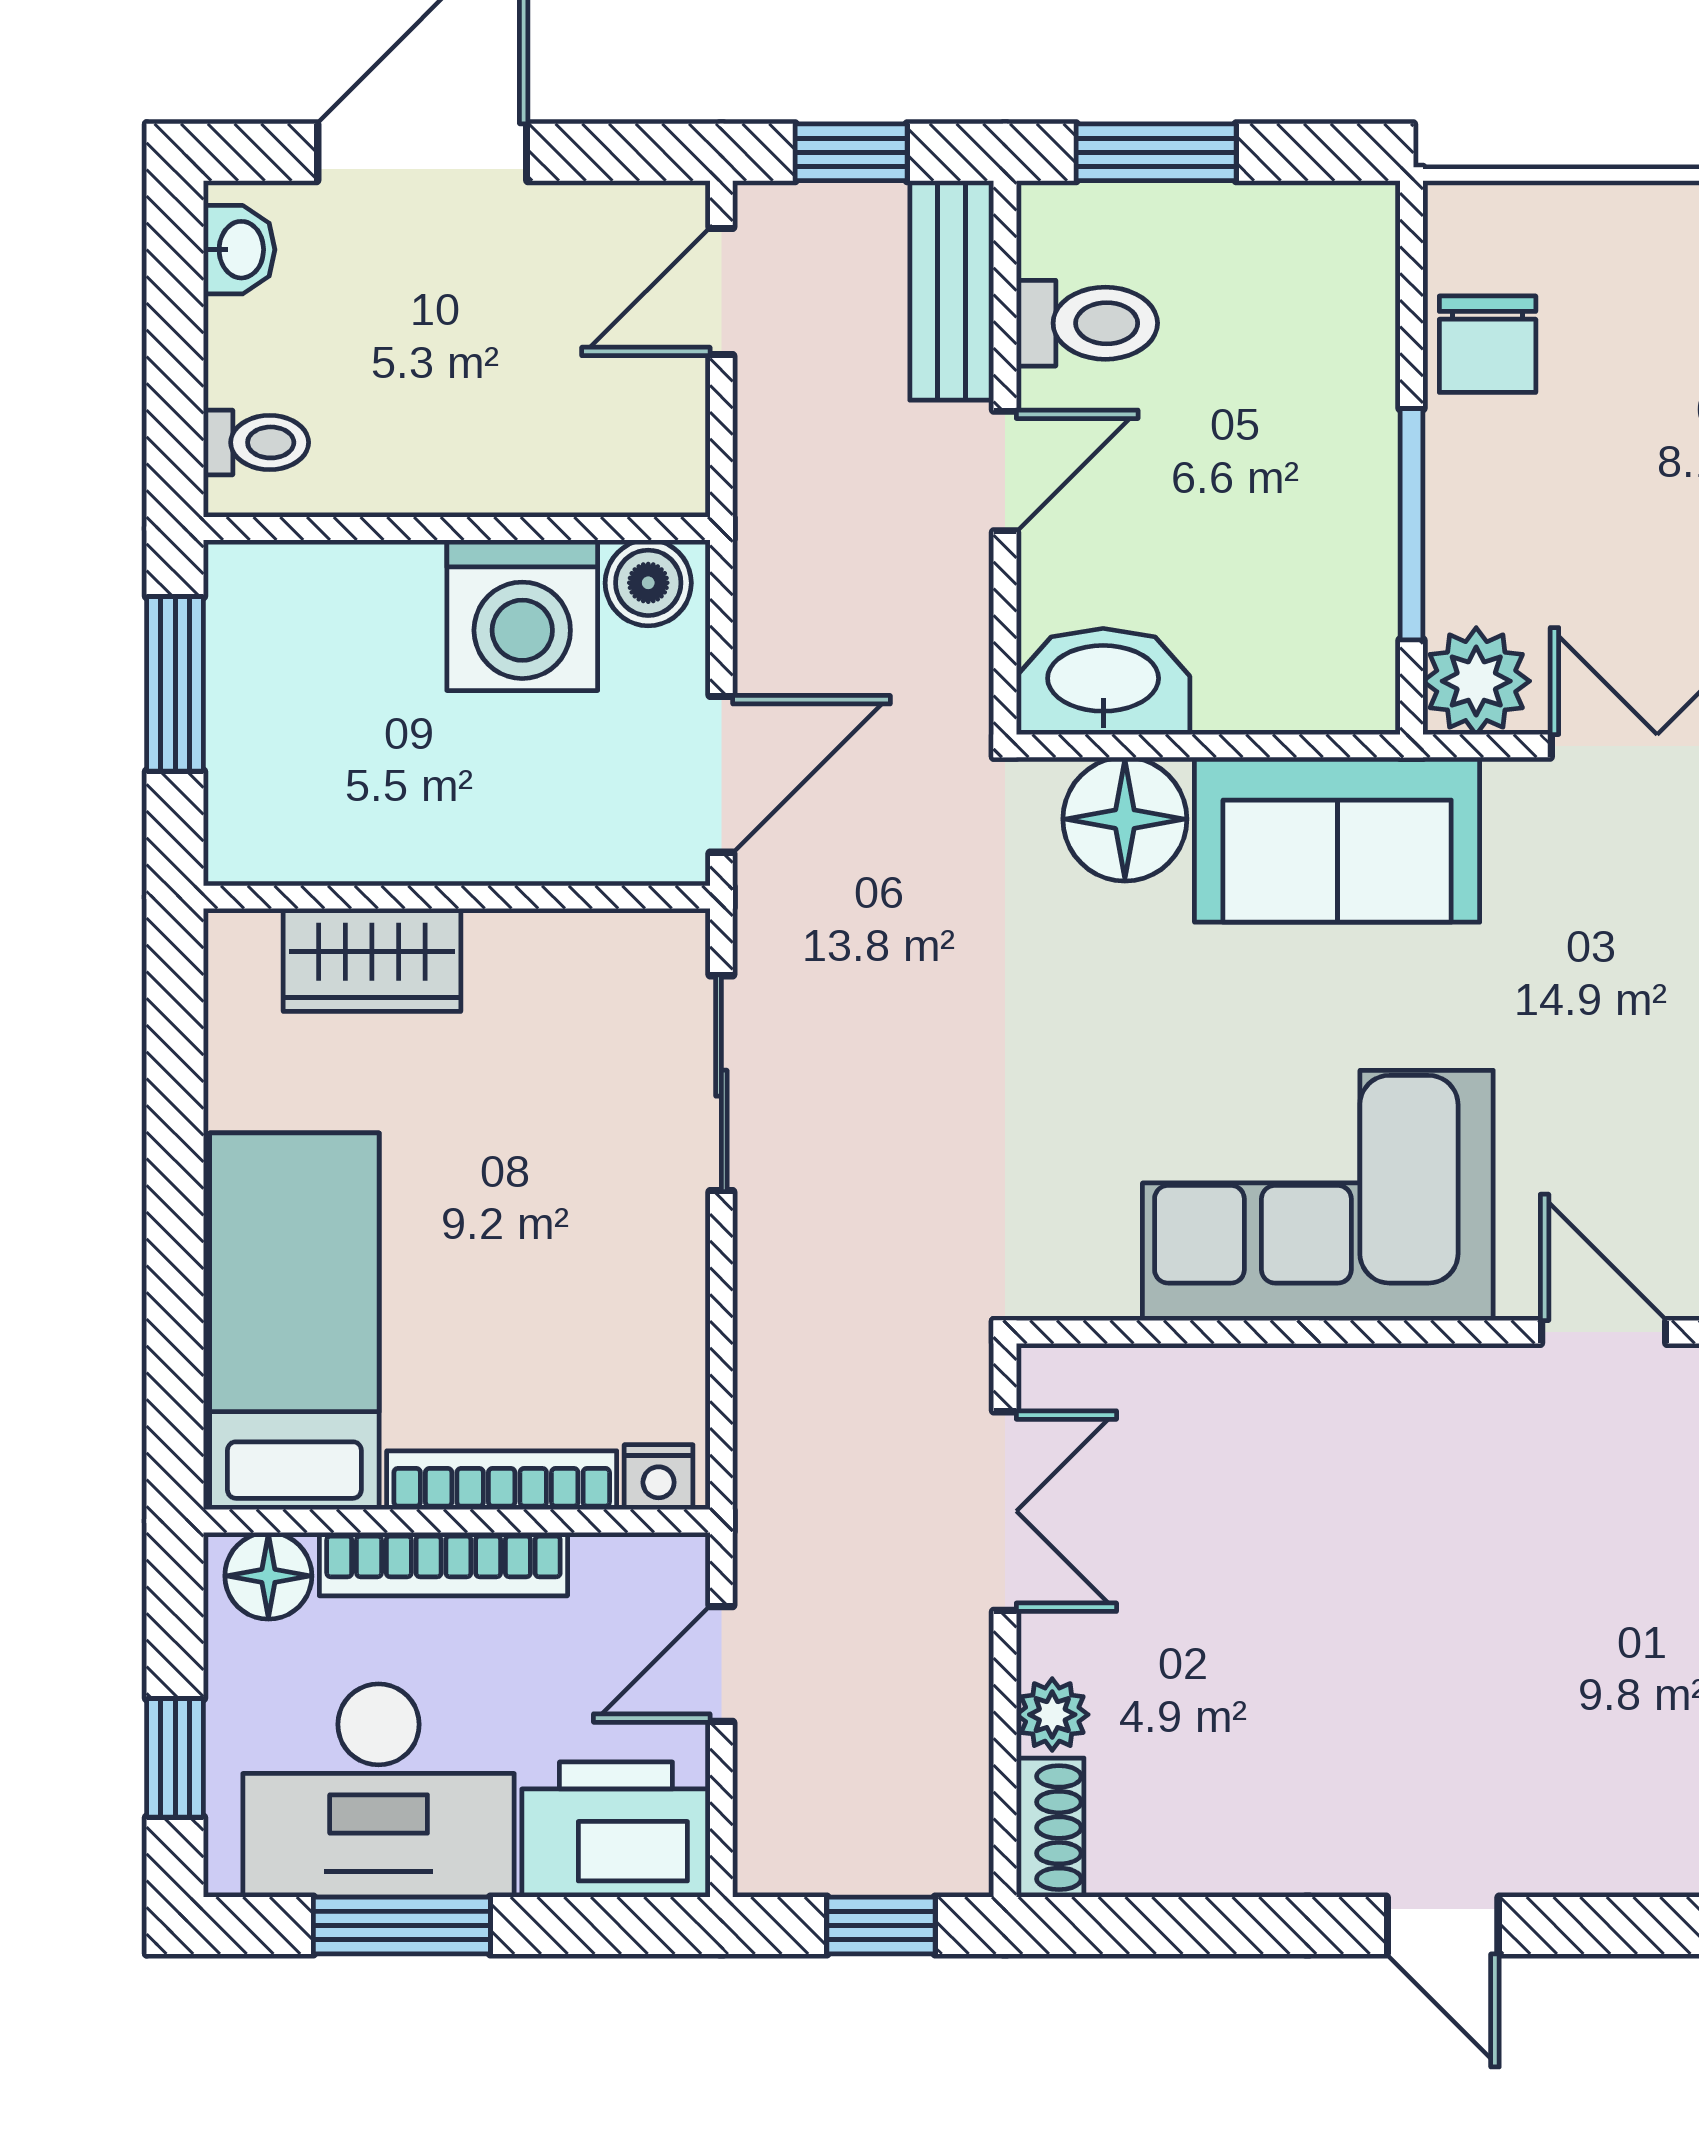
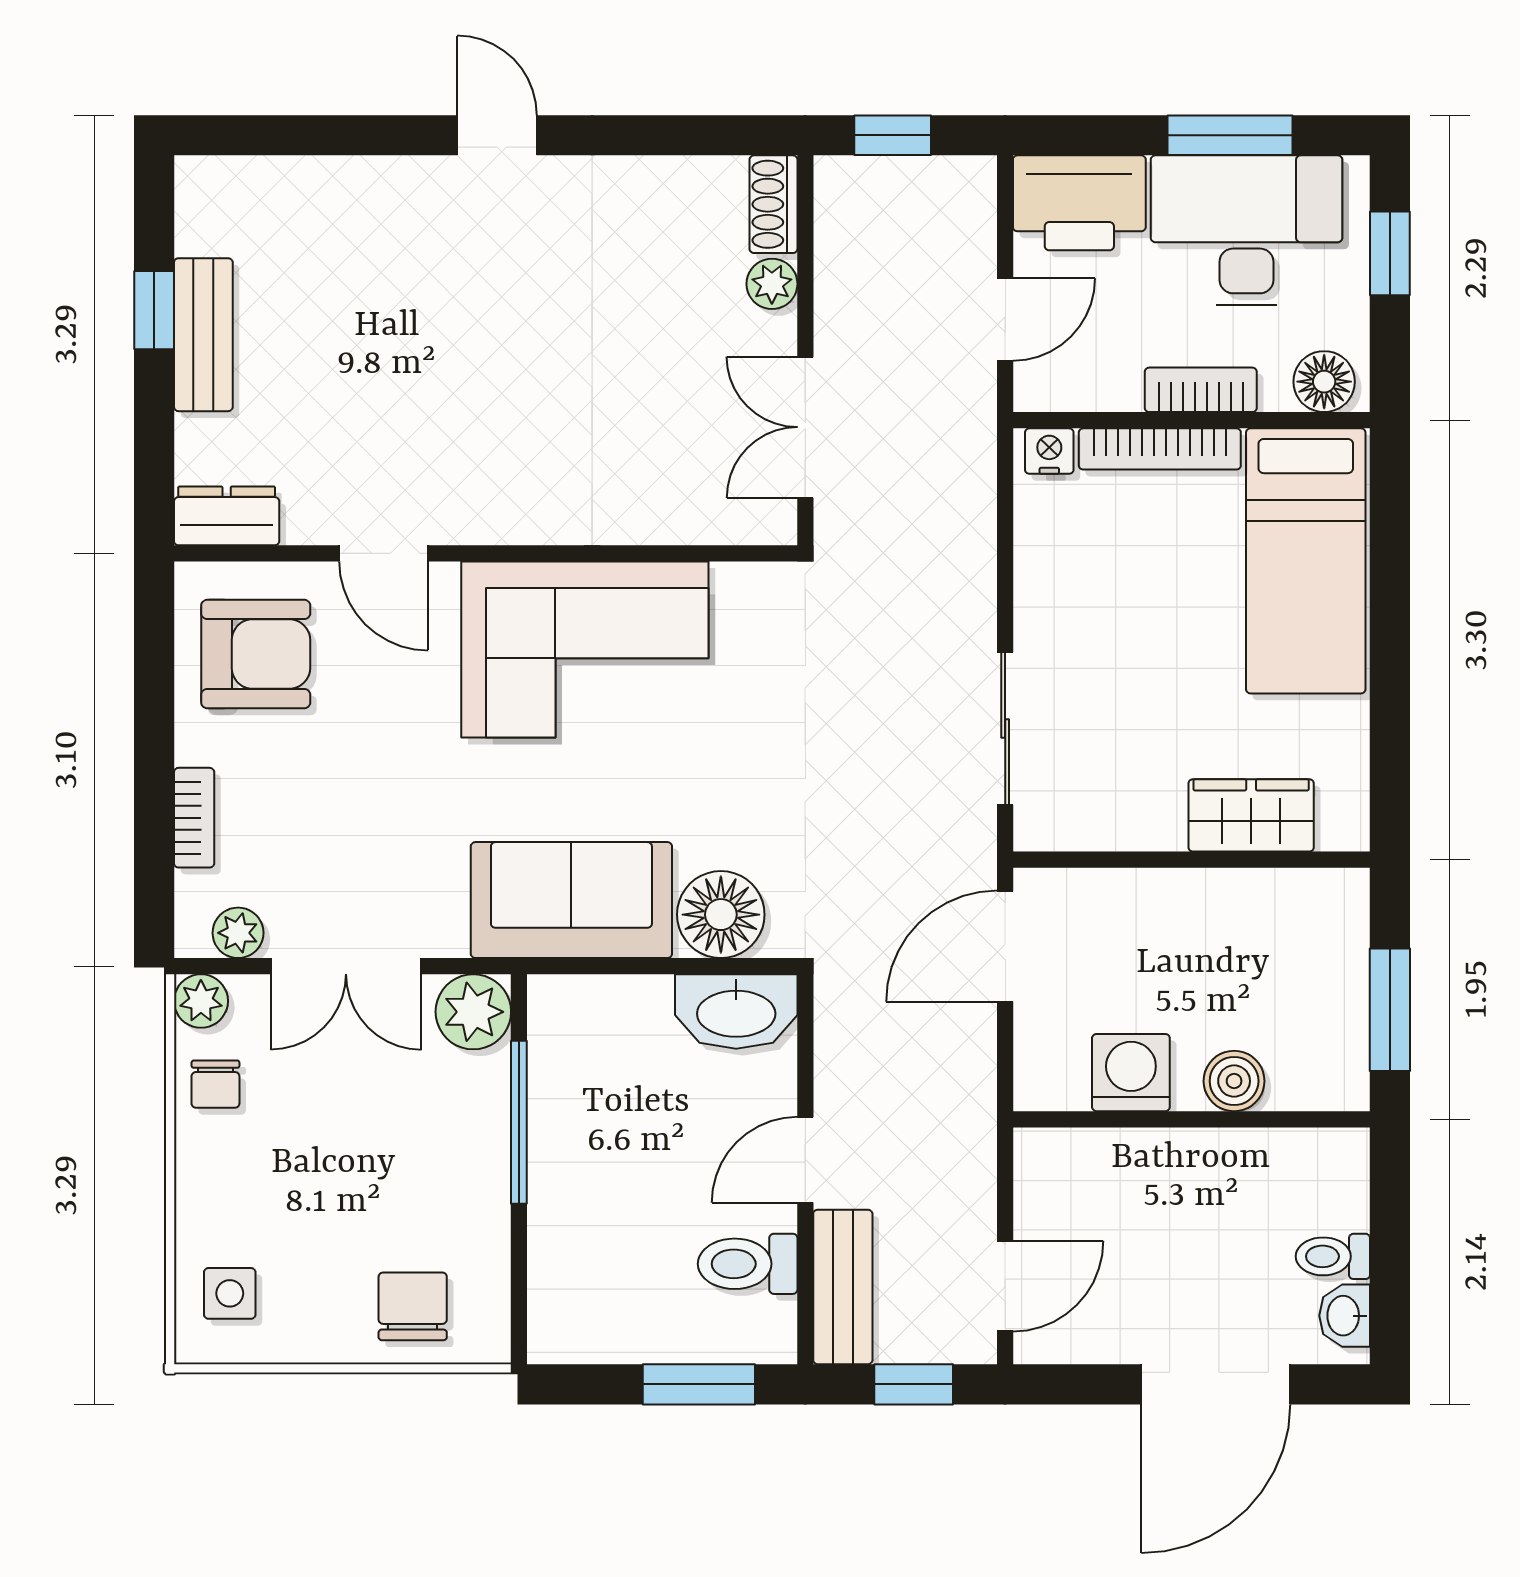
chair: (1488, 344) -> (413, 1306), moved
toilet: (256, 442) -> (1333, 1256), moved
boiler: (648, 583) -> (1234, 1081), moved
washing machine: (522, 615) -> (1131, 1073), width x0.73, depth x0.73
bookcase: (443, 1564) -> (1201, 390), width x0.64

